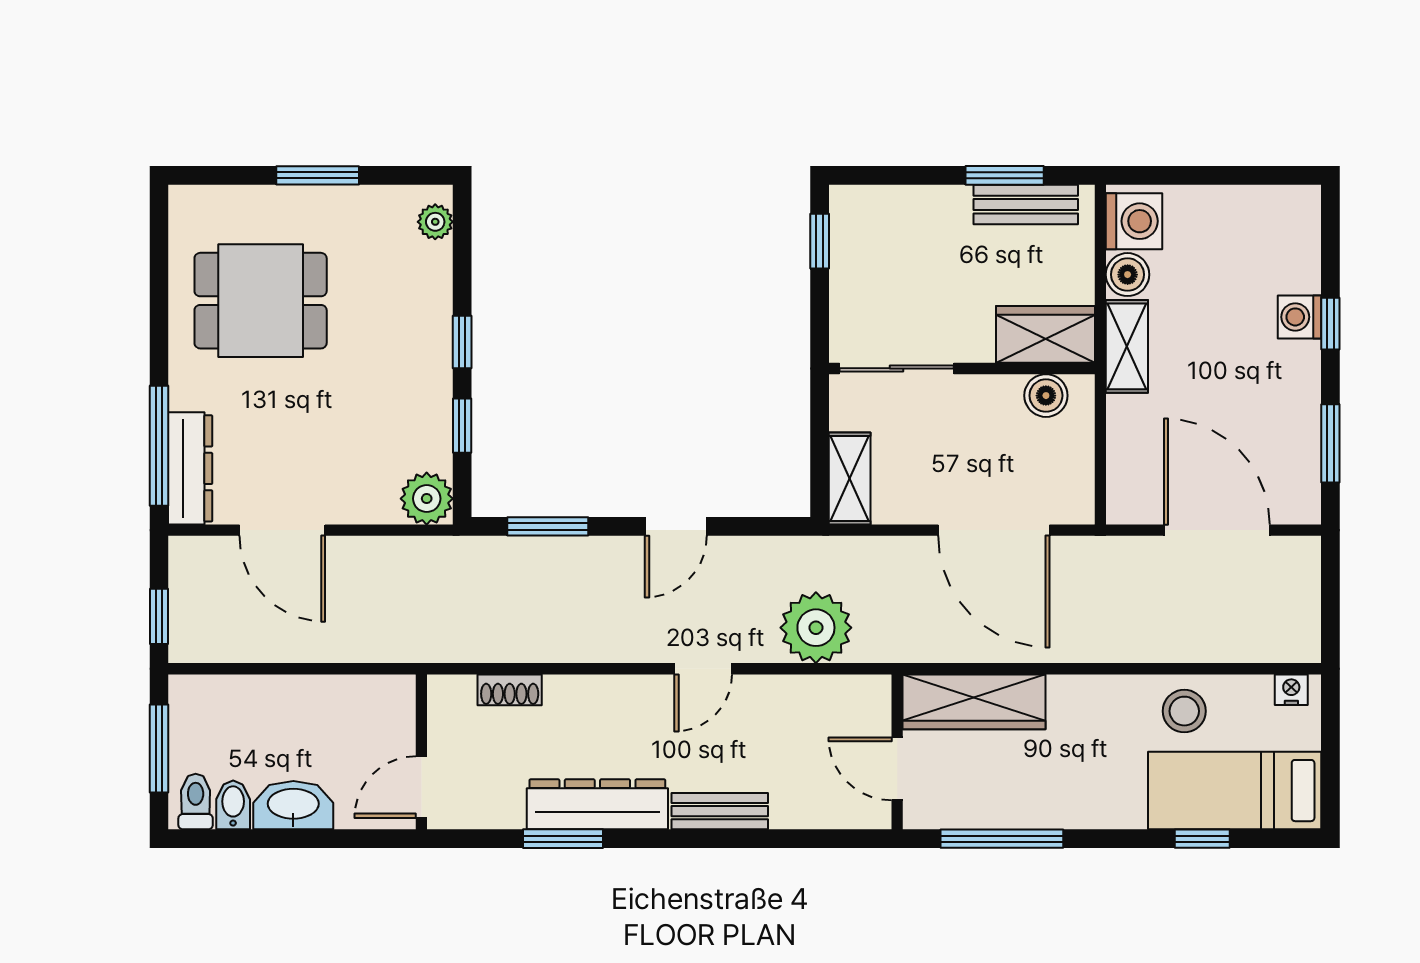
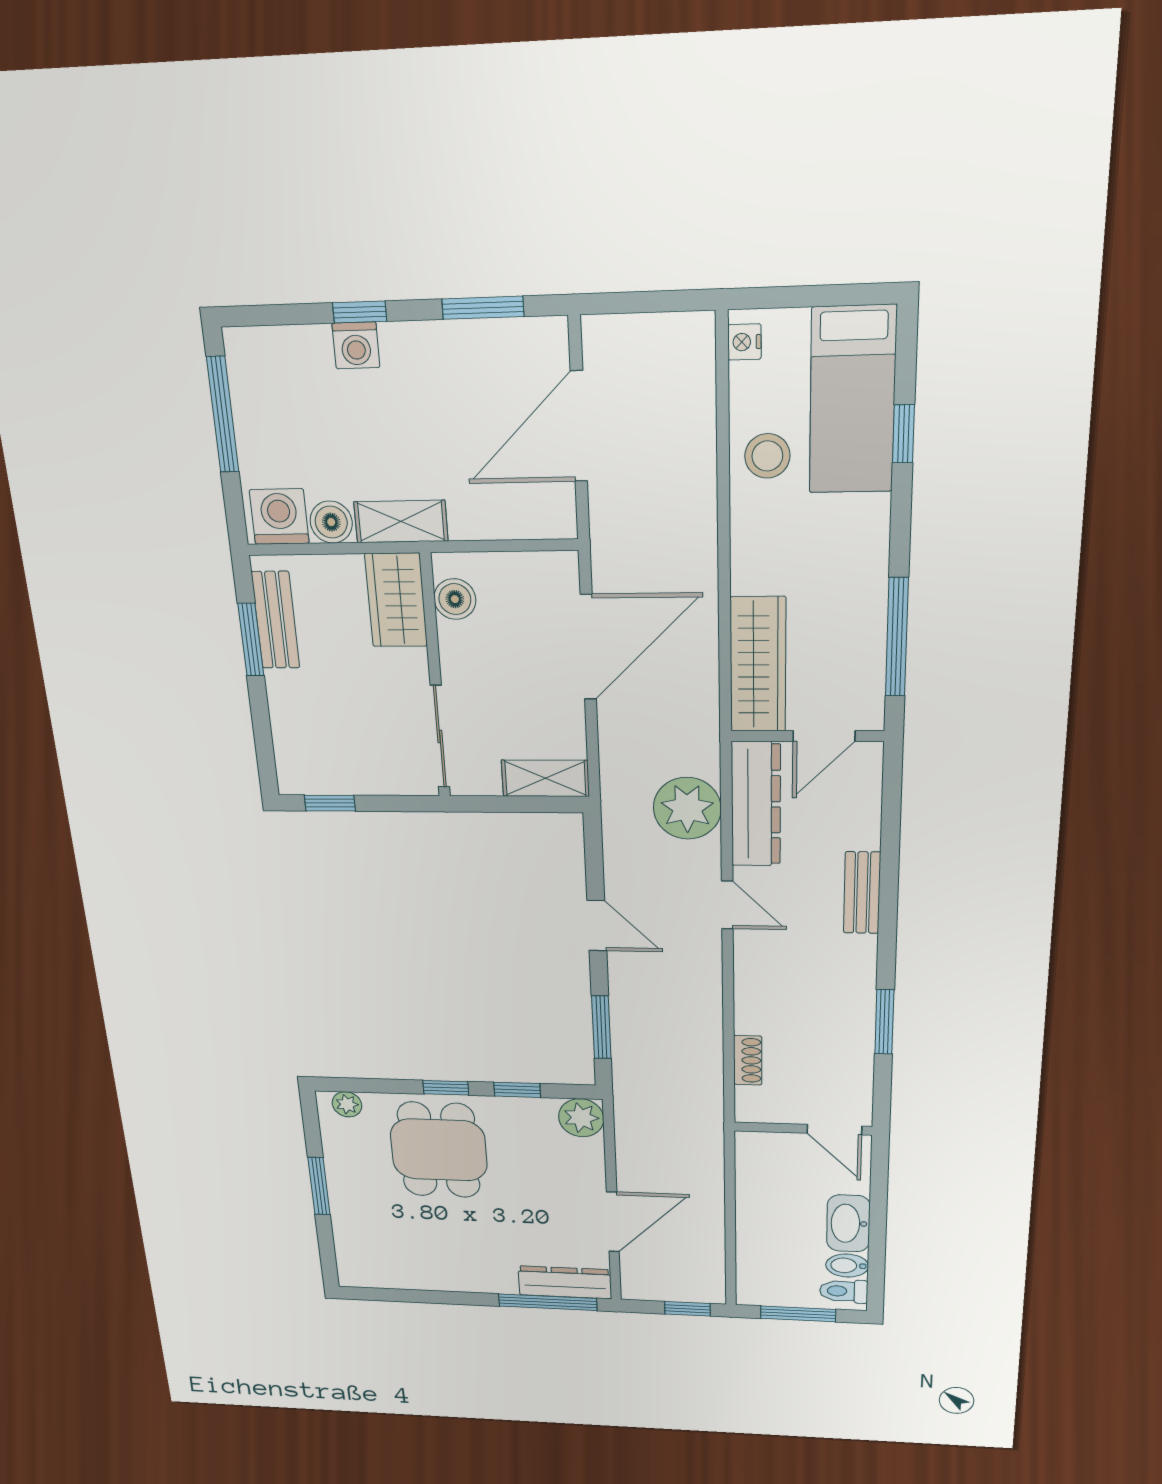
window: (1237, 175) -> (223, 415), added
dining table: (261, 301) -> (439, 1150), moved
dresser: (597, 804) -> (756, 804), moved, turned 180

